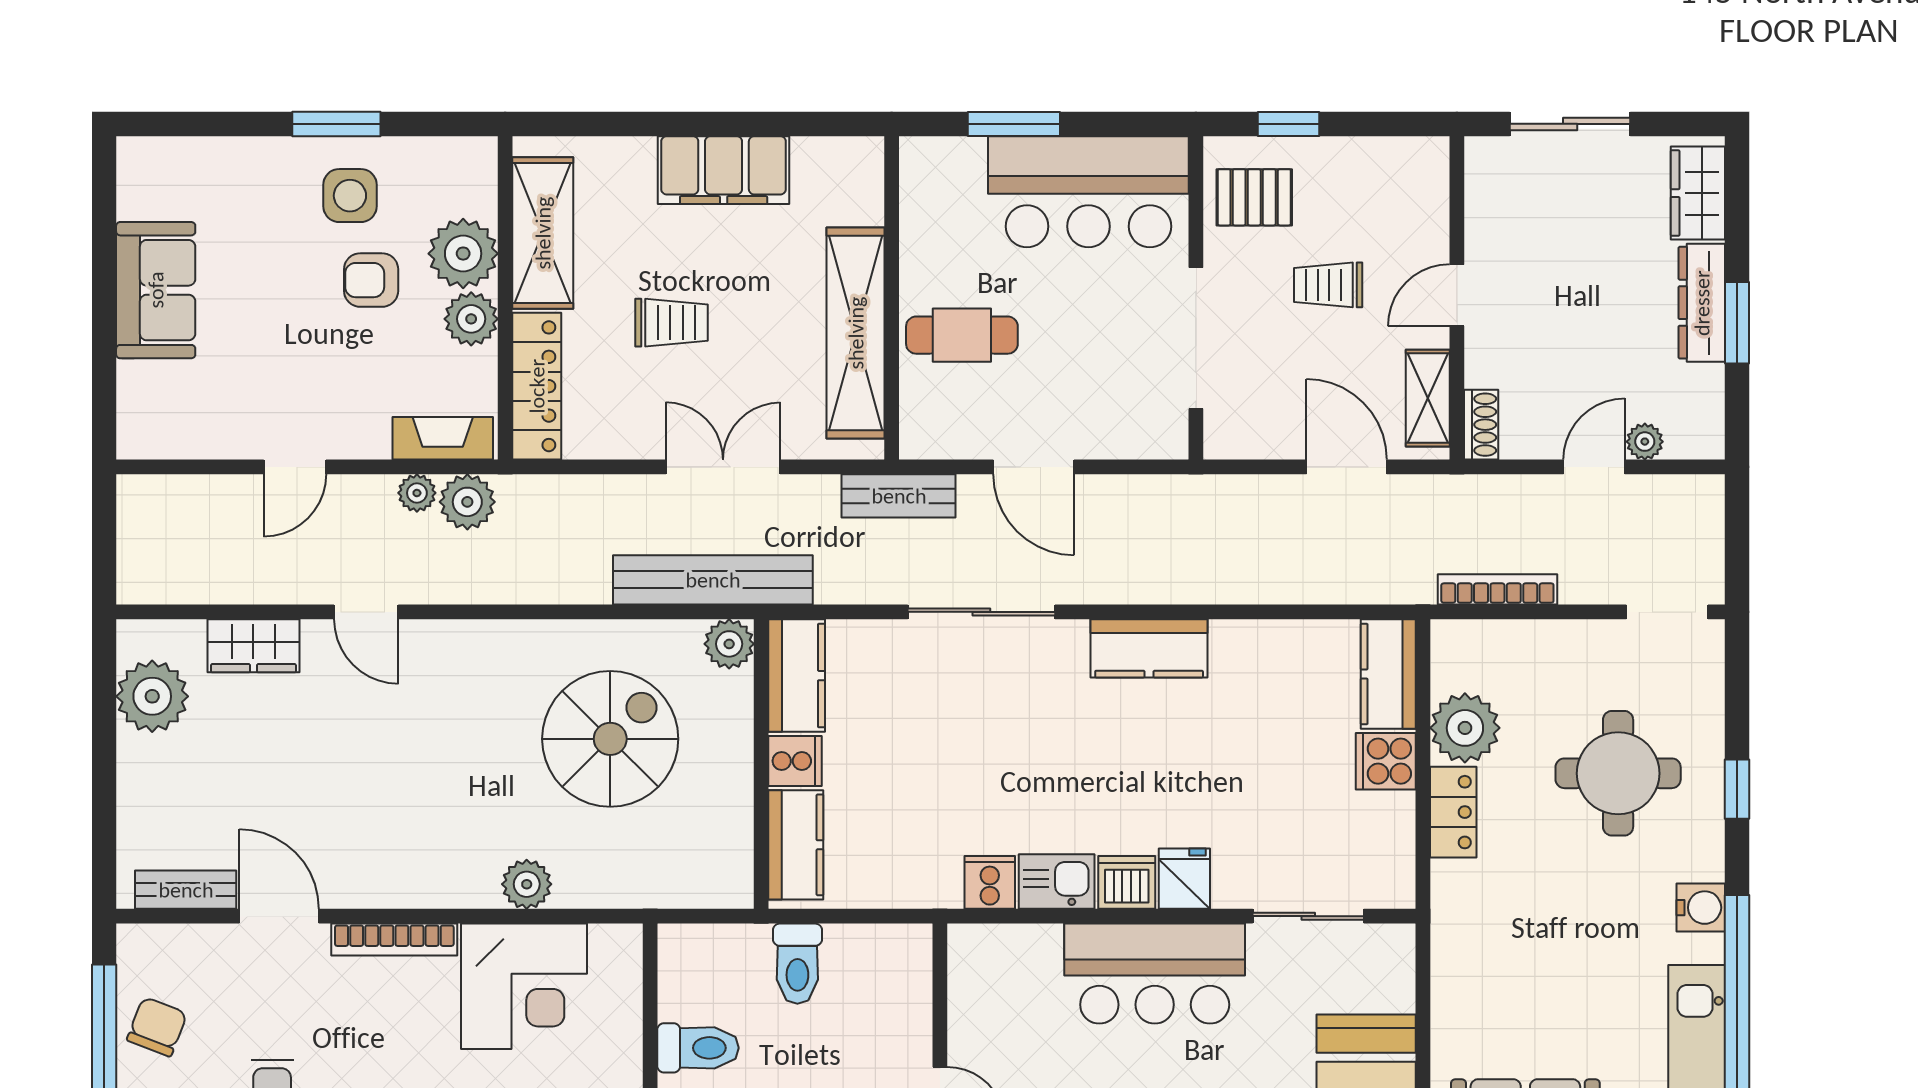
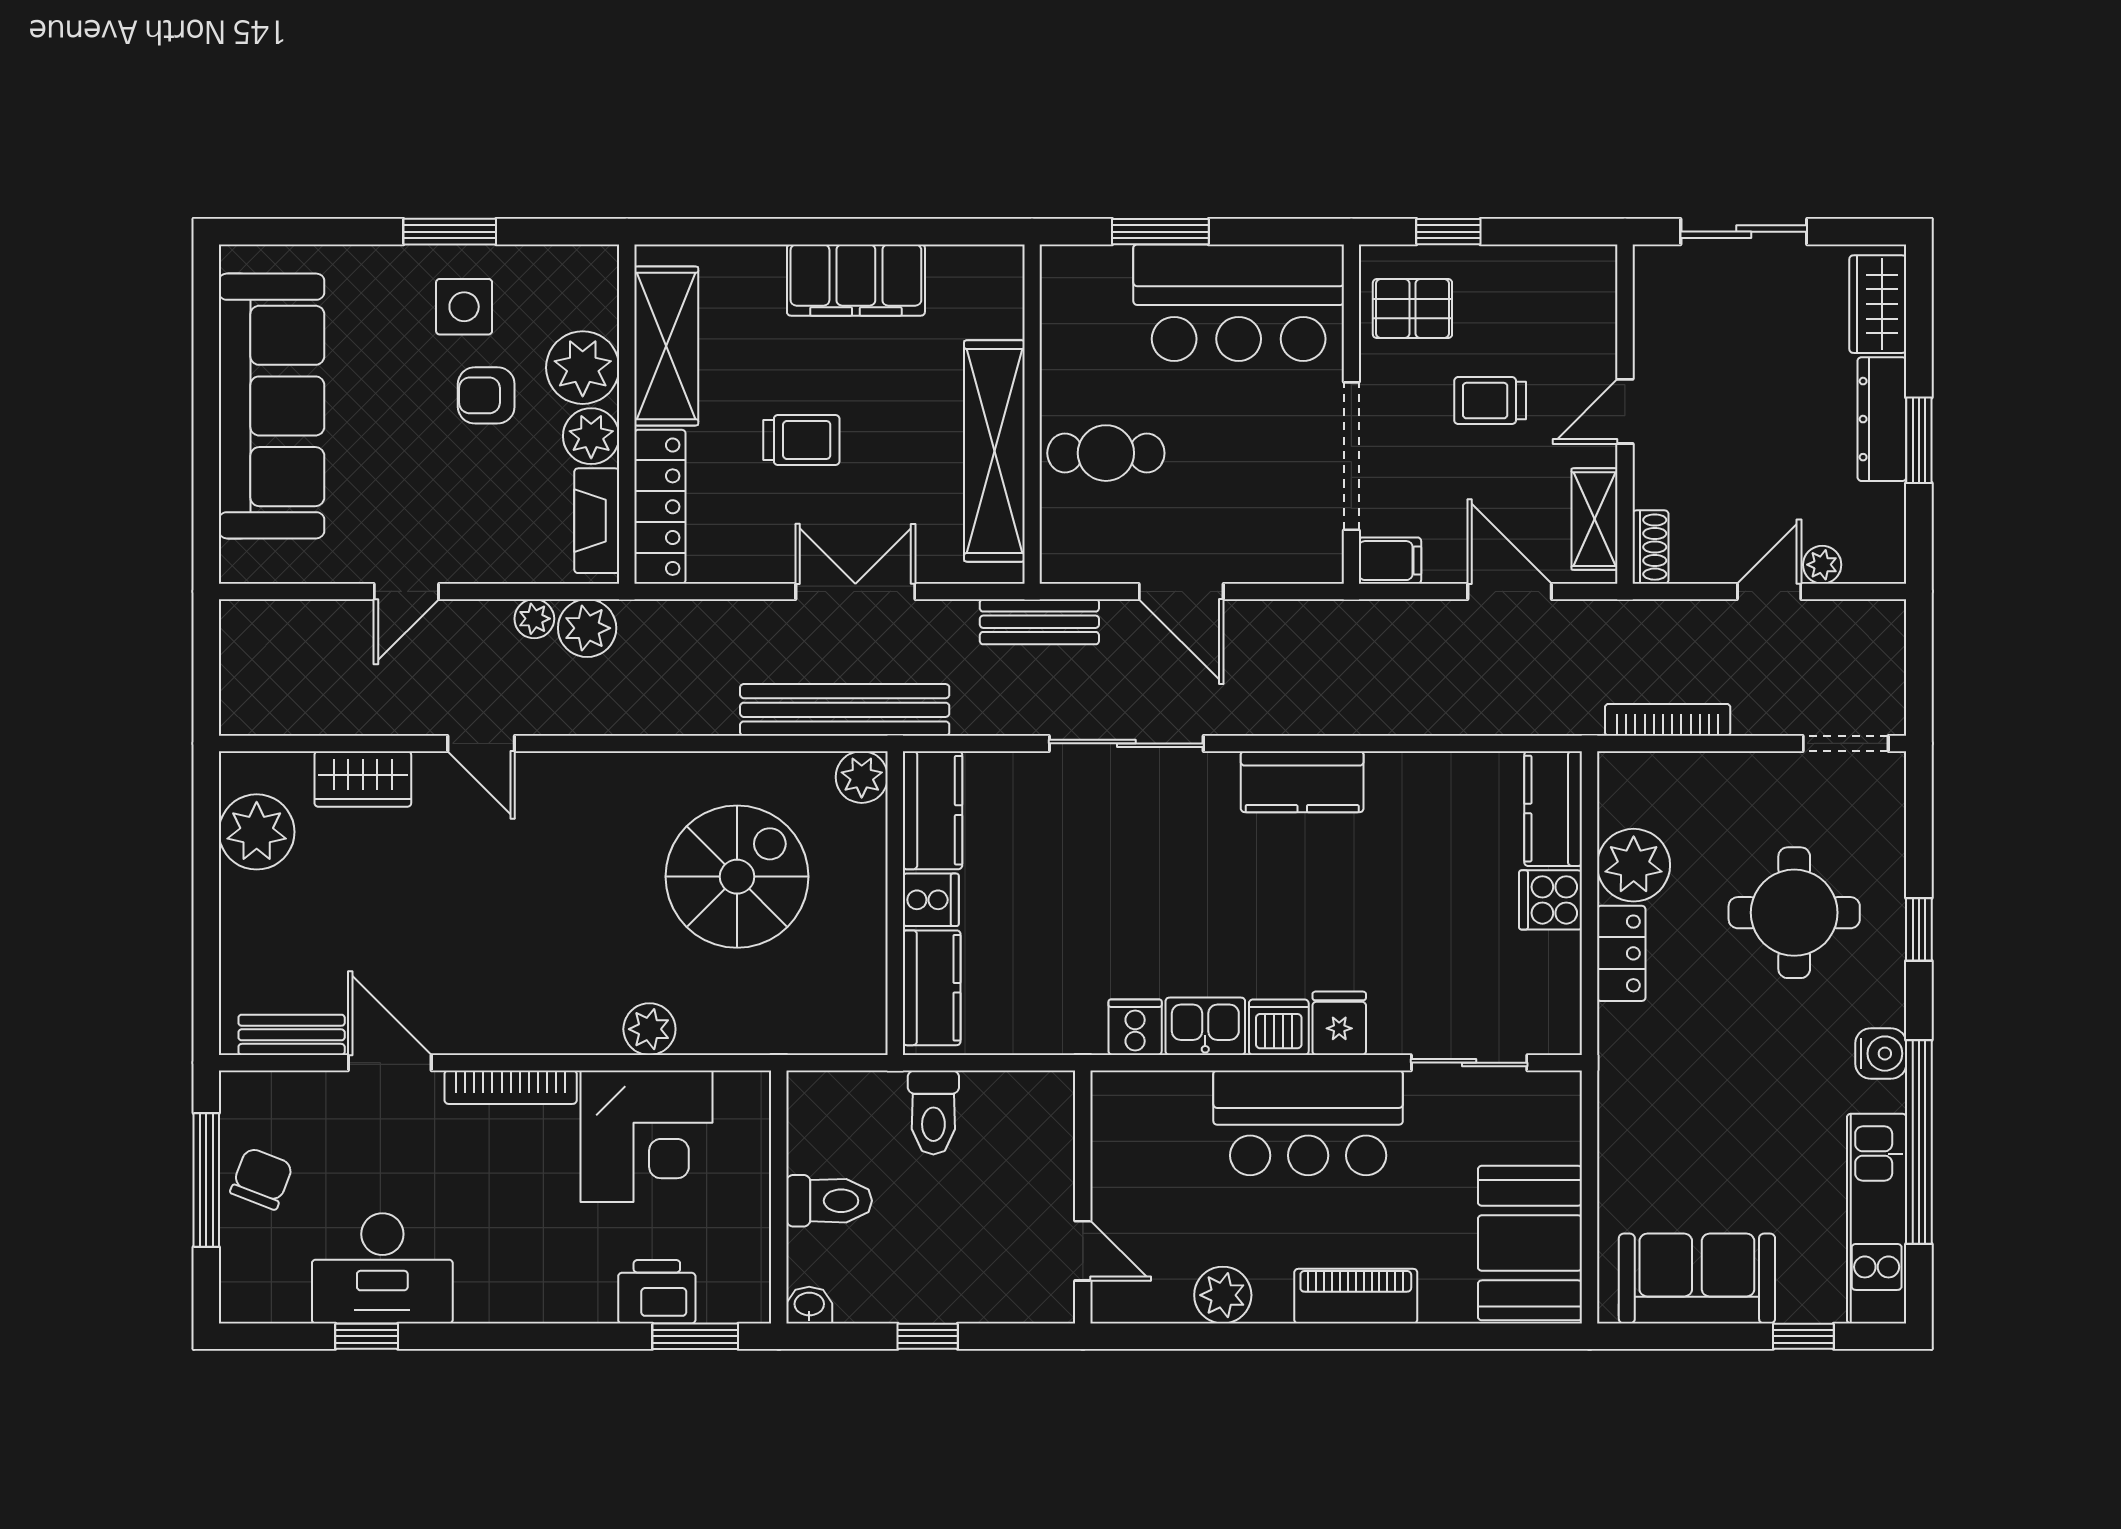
sofa: (156, 290) -> (272, 406), width x1.85, depth x1.27
fireplace: (443, 438) -> (597, 521), moved, turned -90
filing cabinet: (1233, 438) -> (1390, 561), added

